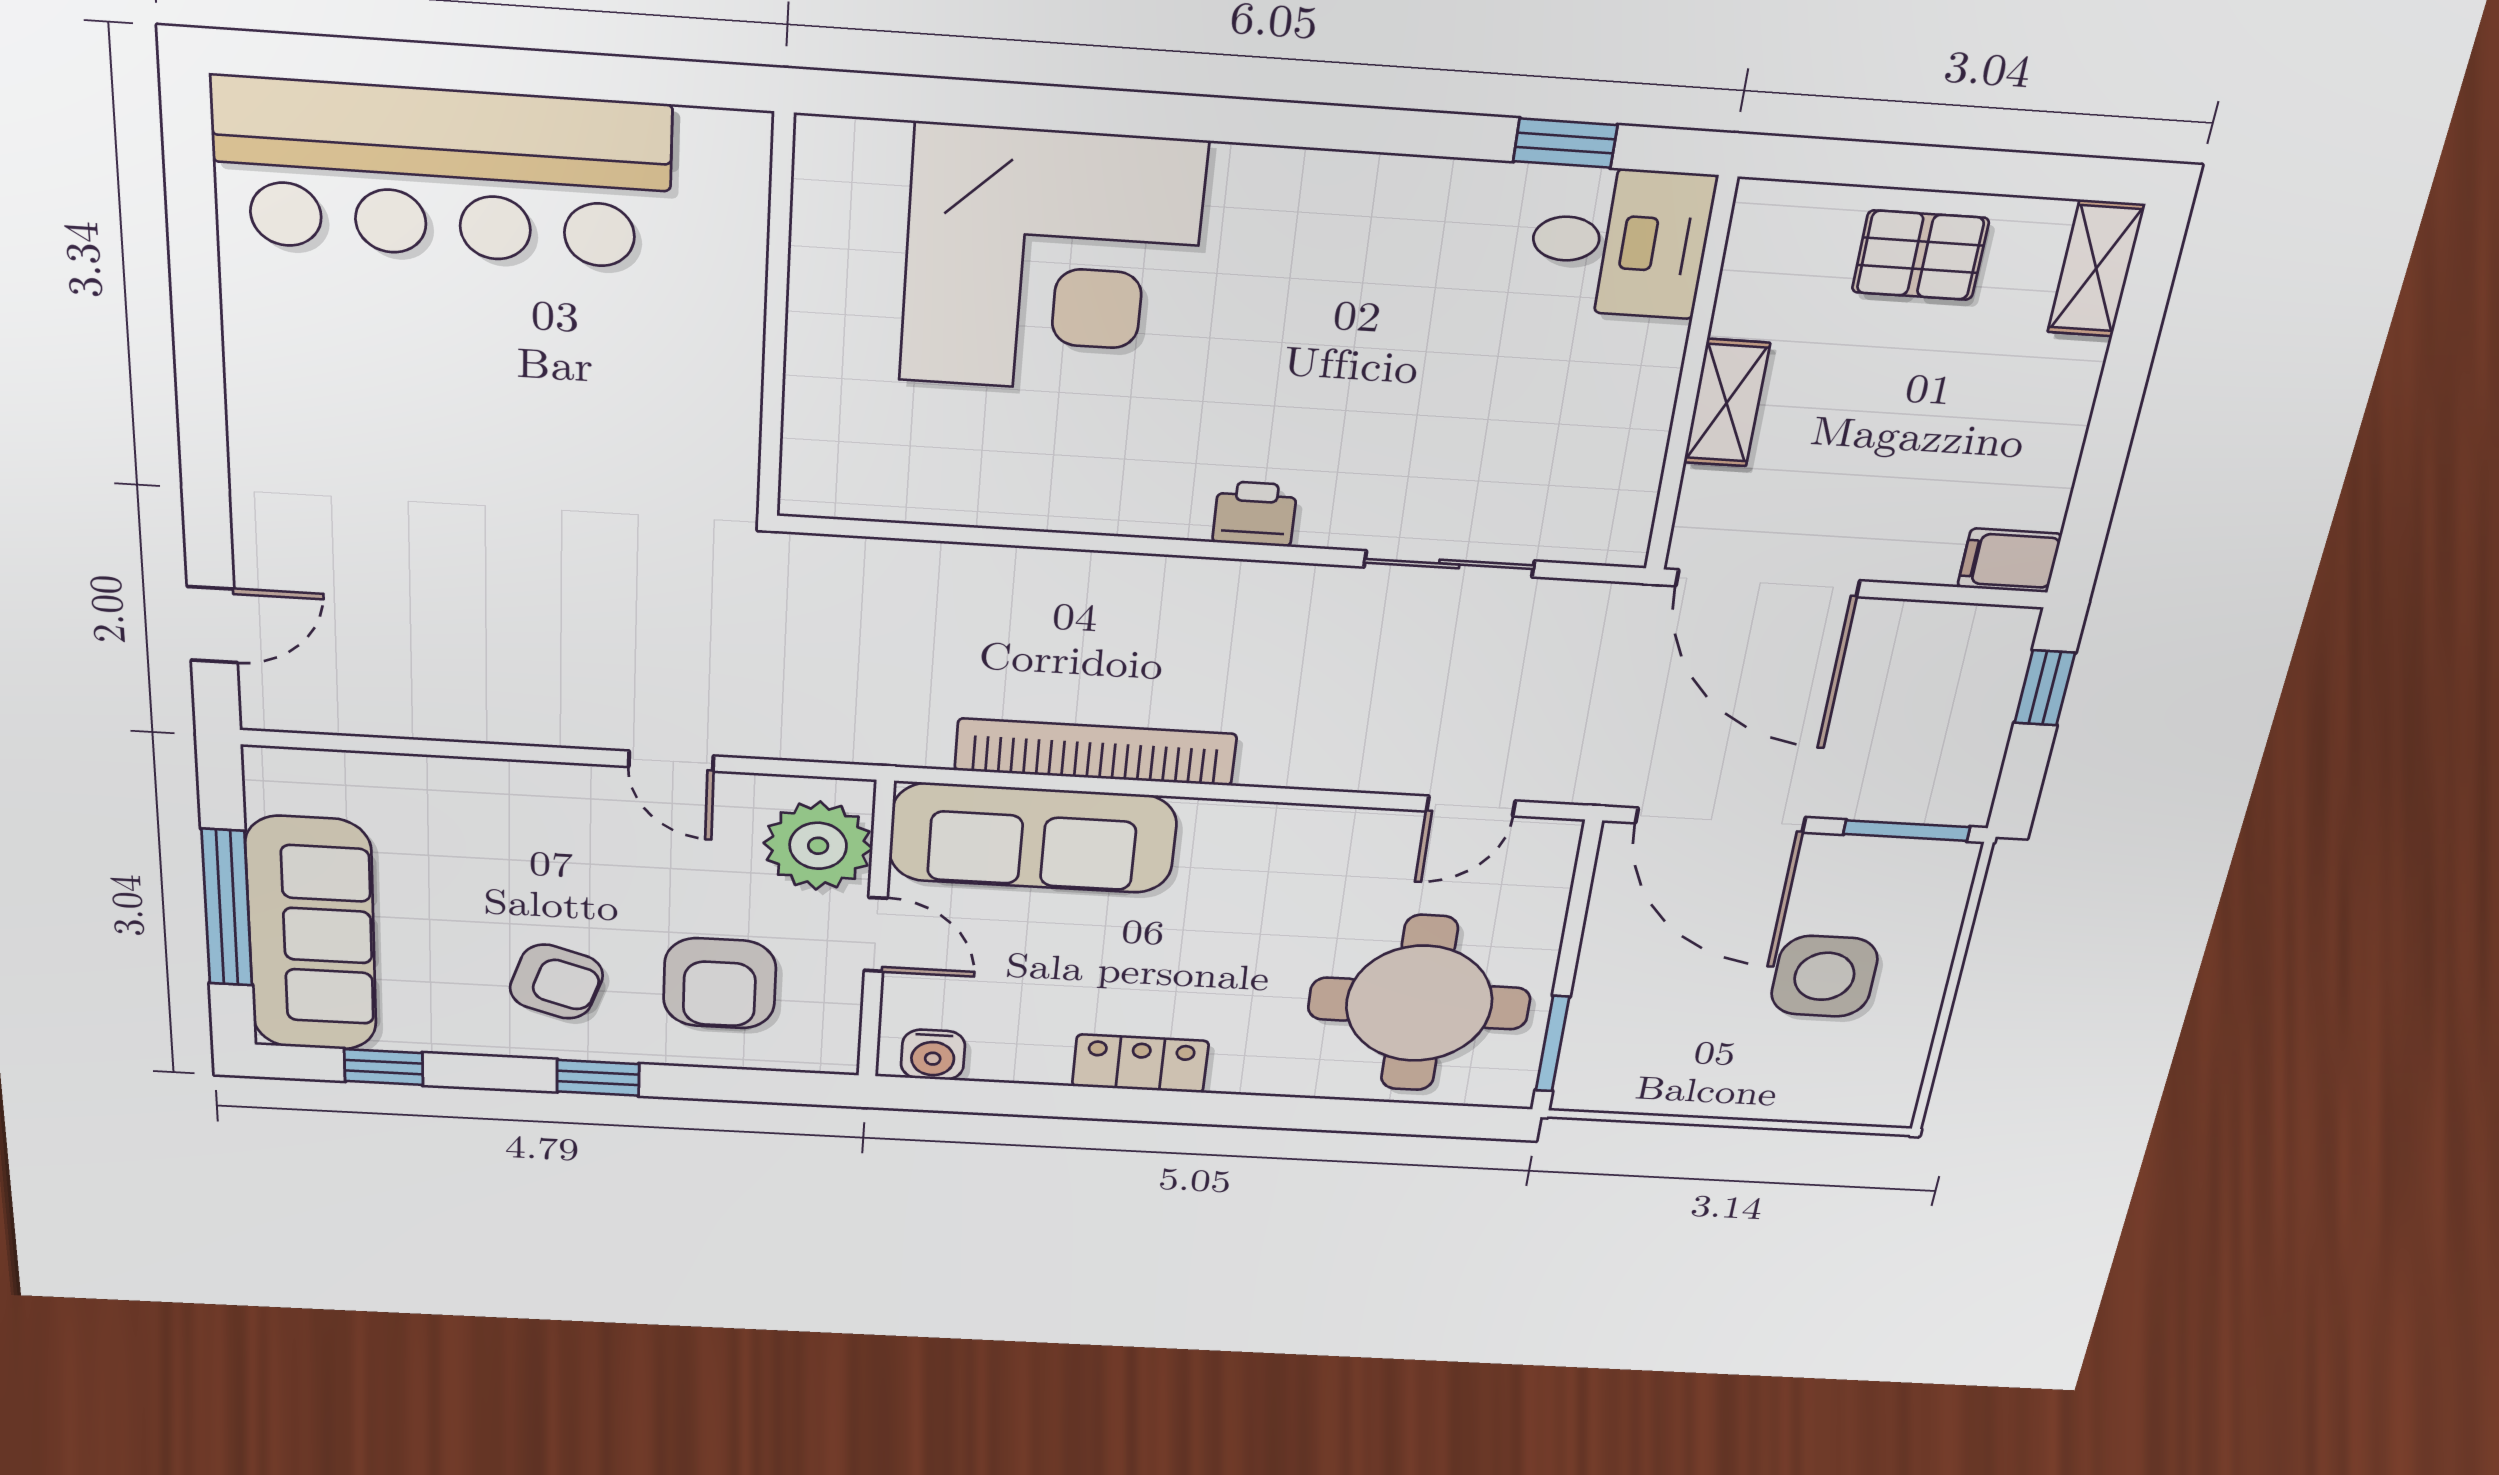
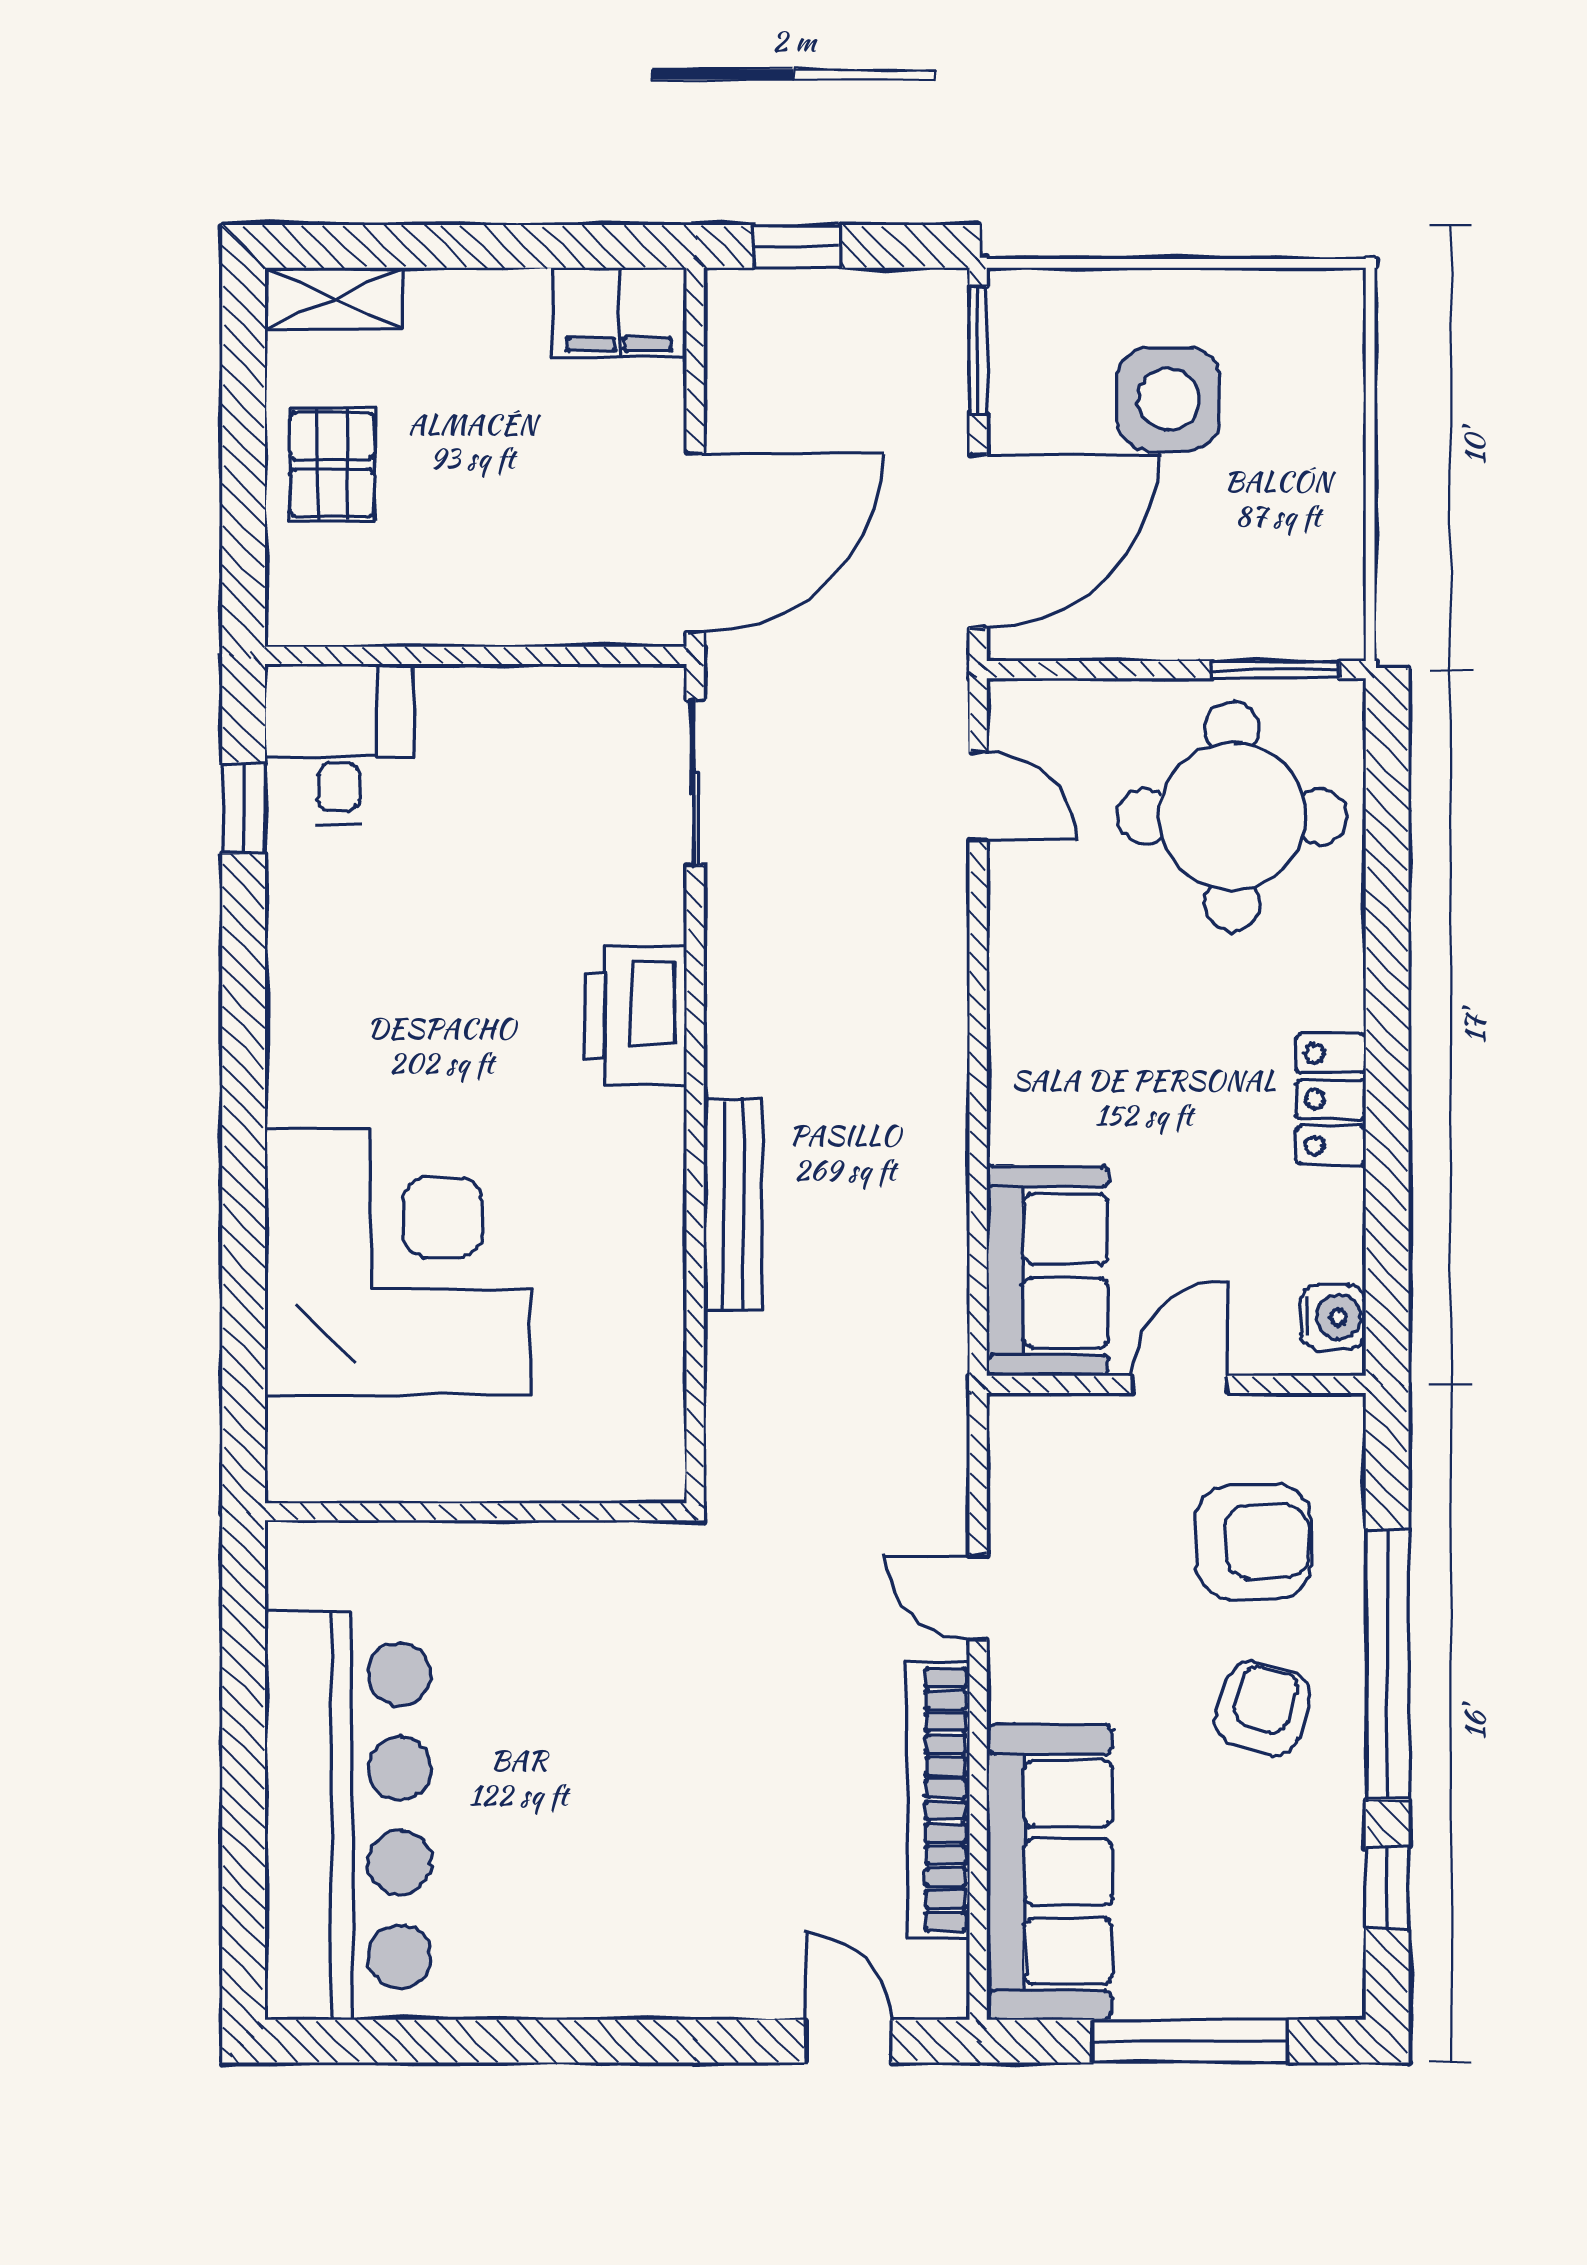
shelving: (1727, 403) -> (499, 617), removed
printer: (1255, 514) -> (636, 1016), width x1.87, depth x1.48
filing cabinet: (2009, 561) -> (619, 313), width x2.00
sliding door: (1449, 564) -> (695, 783), moved
bench: (1086, 576) -> (733, 1204), added
bookcase: (1096, 752) -> (938, 1800), moved
door: (671, 761) -> (978, 1597), swing flipped
sofa: (1033, 838) -> (1047, 1271), width x0.73
plant: (818, 846) -> (1072, 1448), removed
sofa: (311, 935) -> (1049, 1872), moved, turned 90
window: (598, 1078) -> (1387, 1665), width x3.17

